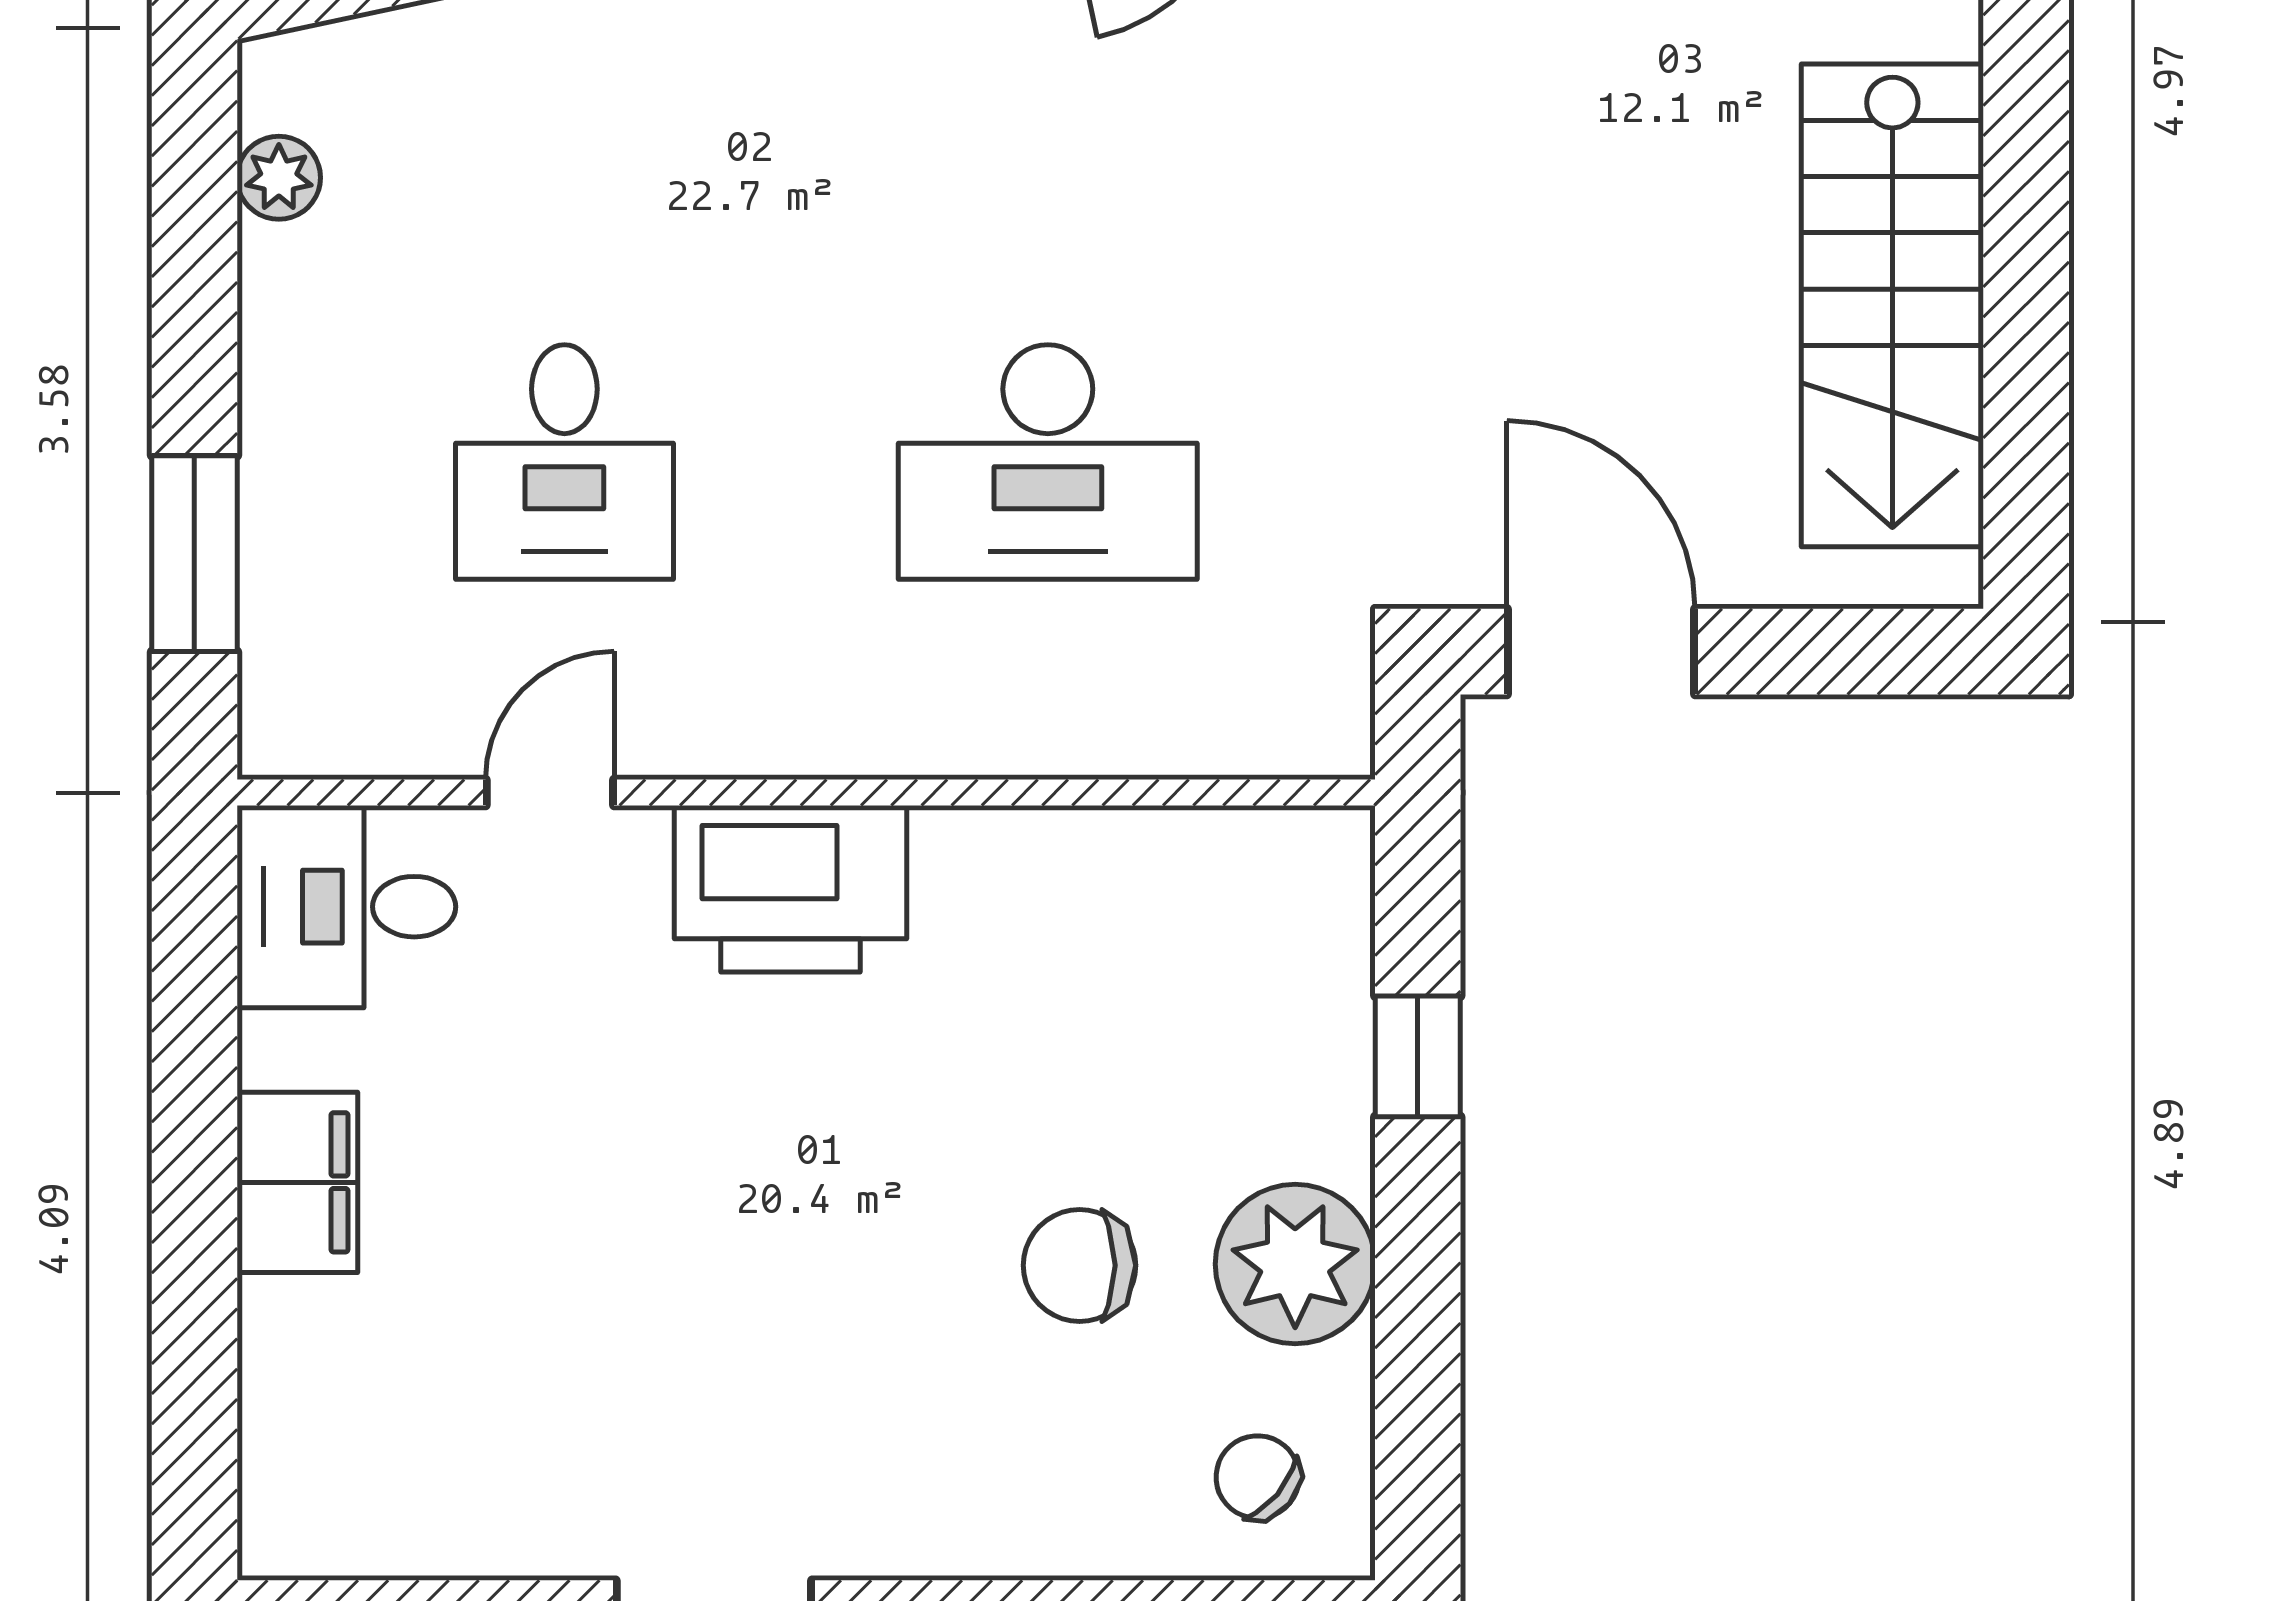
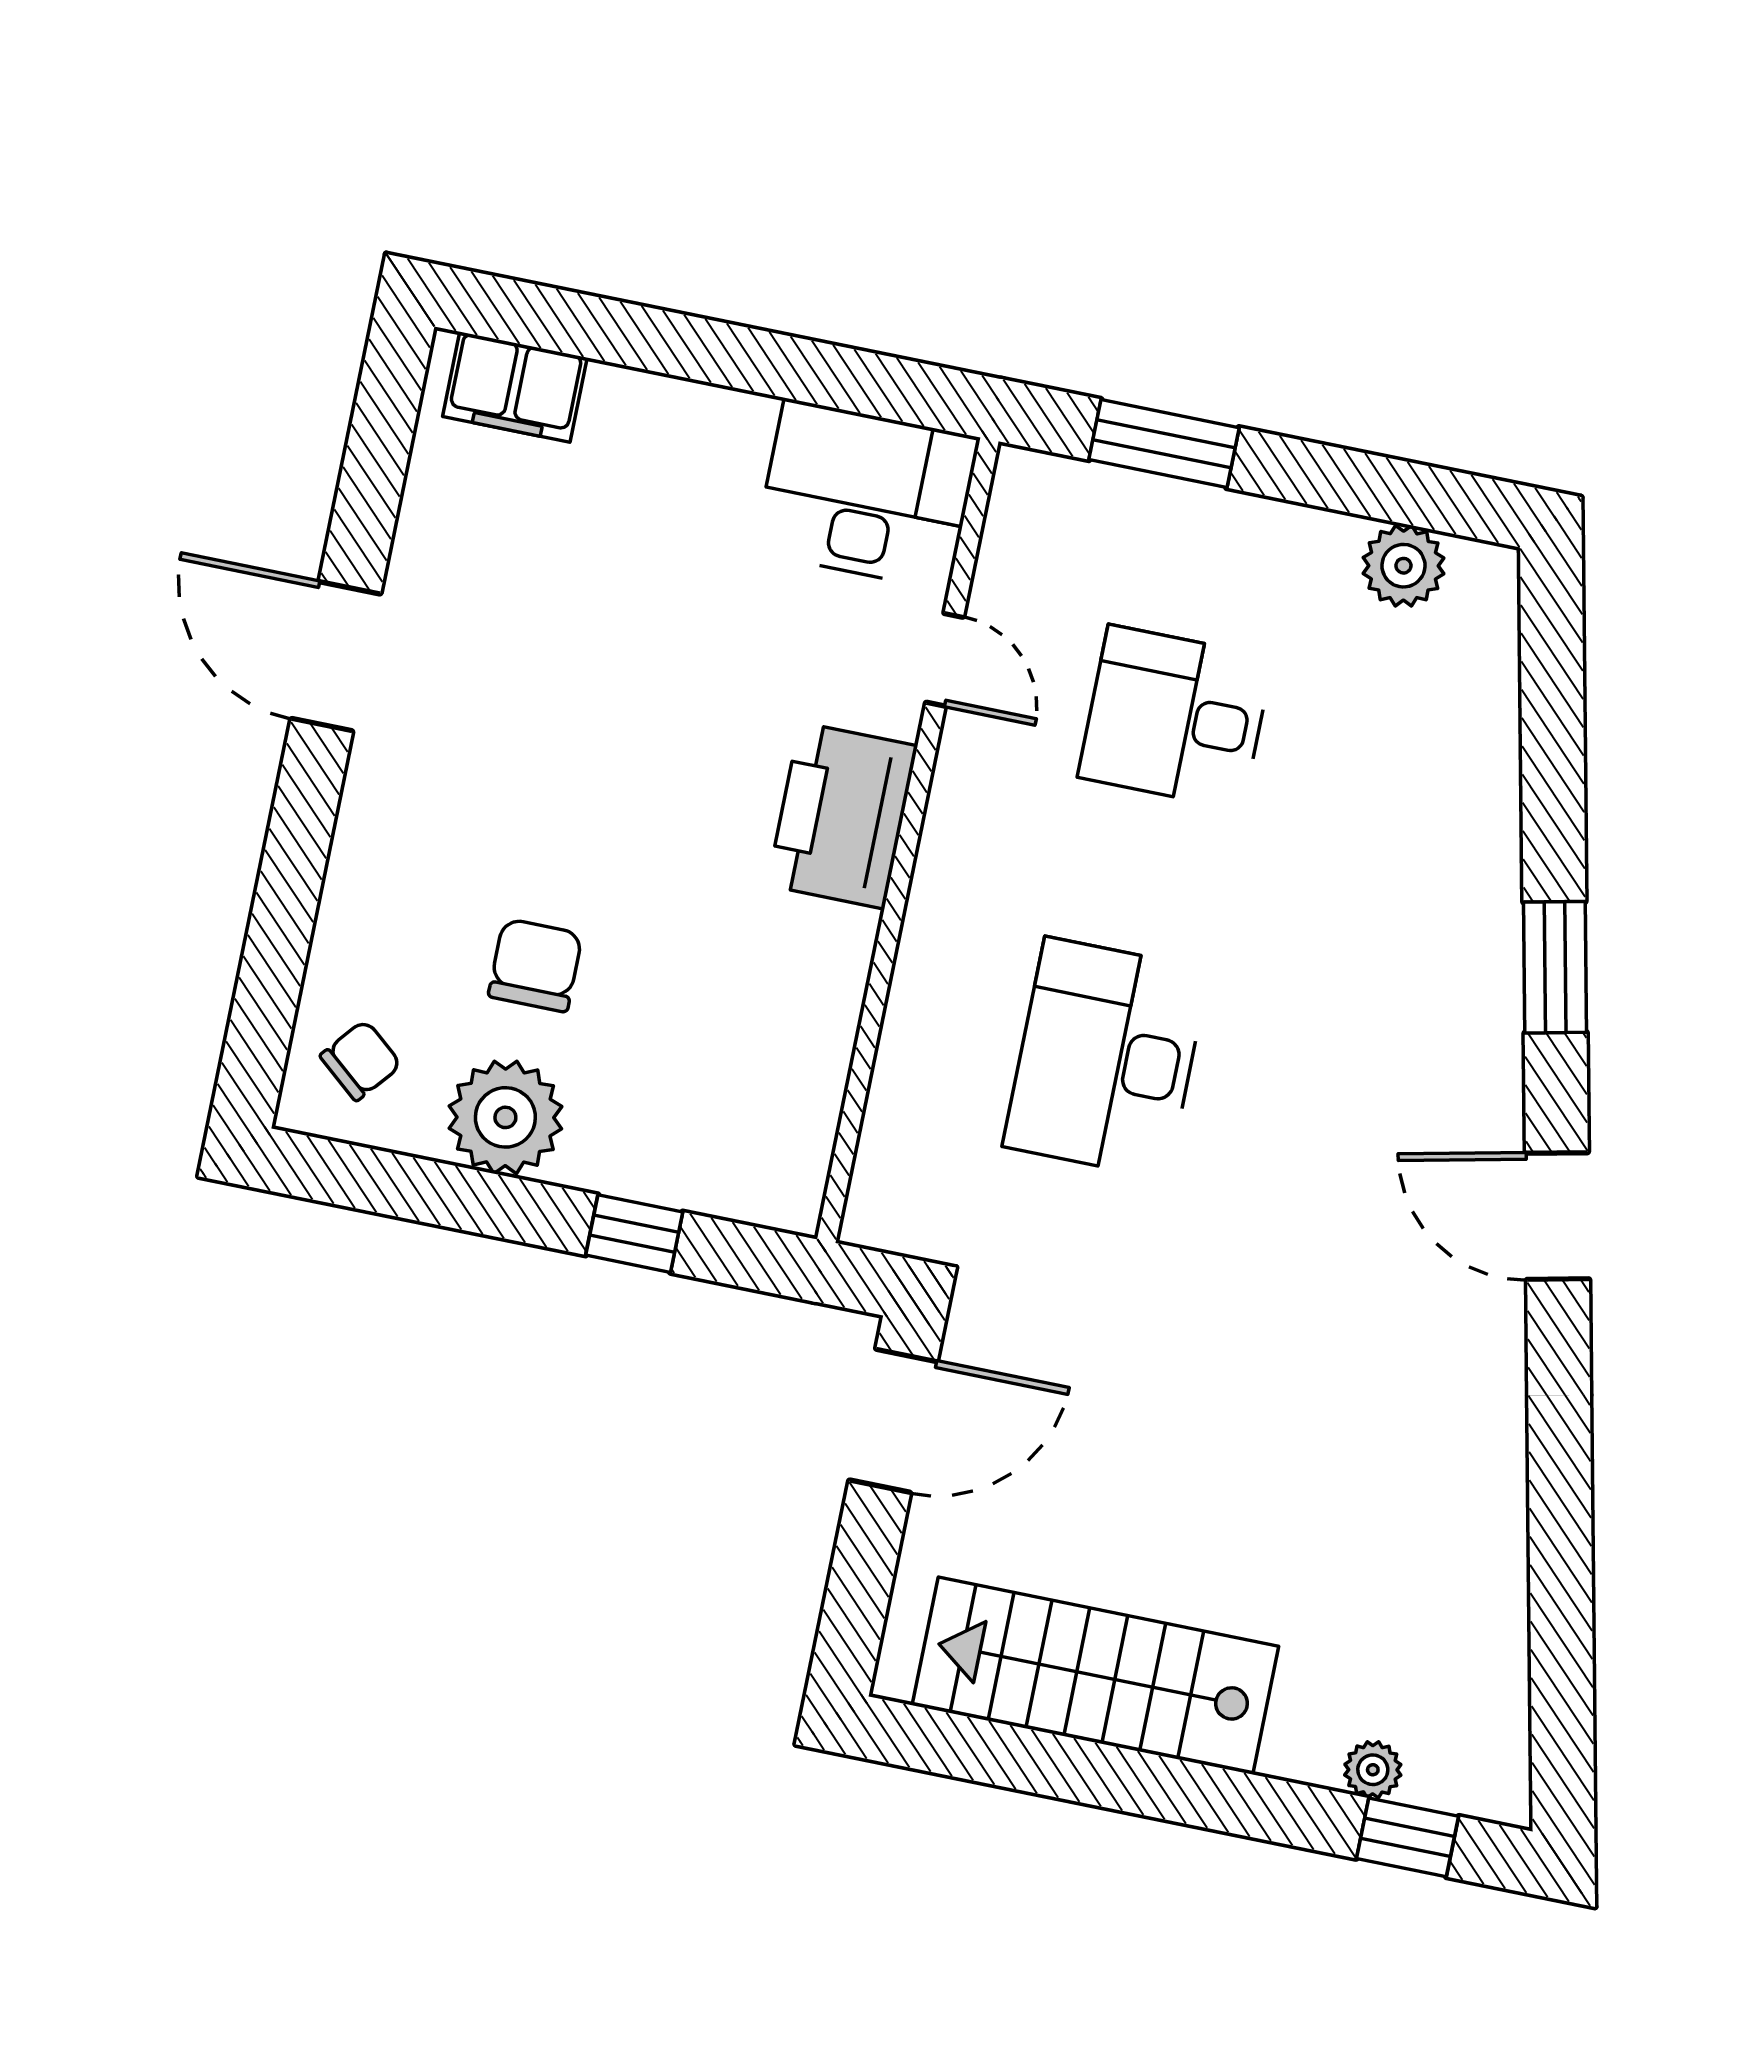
plant: (279, 178) -> (1403, 566), width x1.38, depth x1.38
desk: (346, 907) -> (867, 495), width x1.37
filing cabinet: (297, 1182) -> (515, 387), moved

